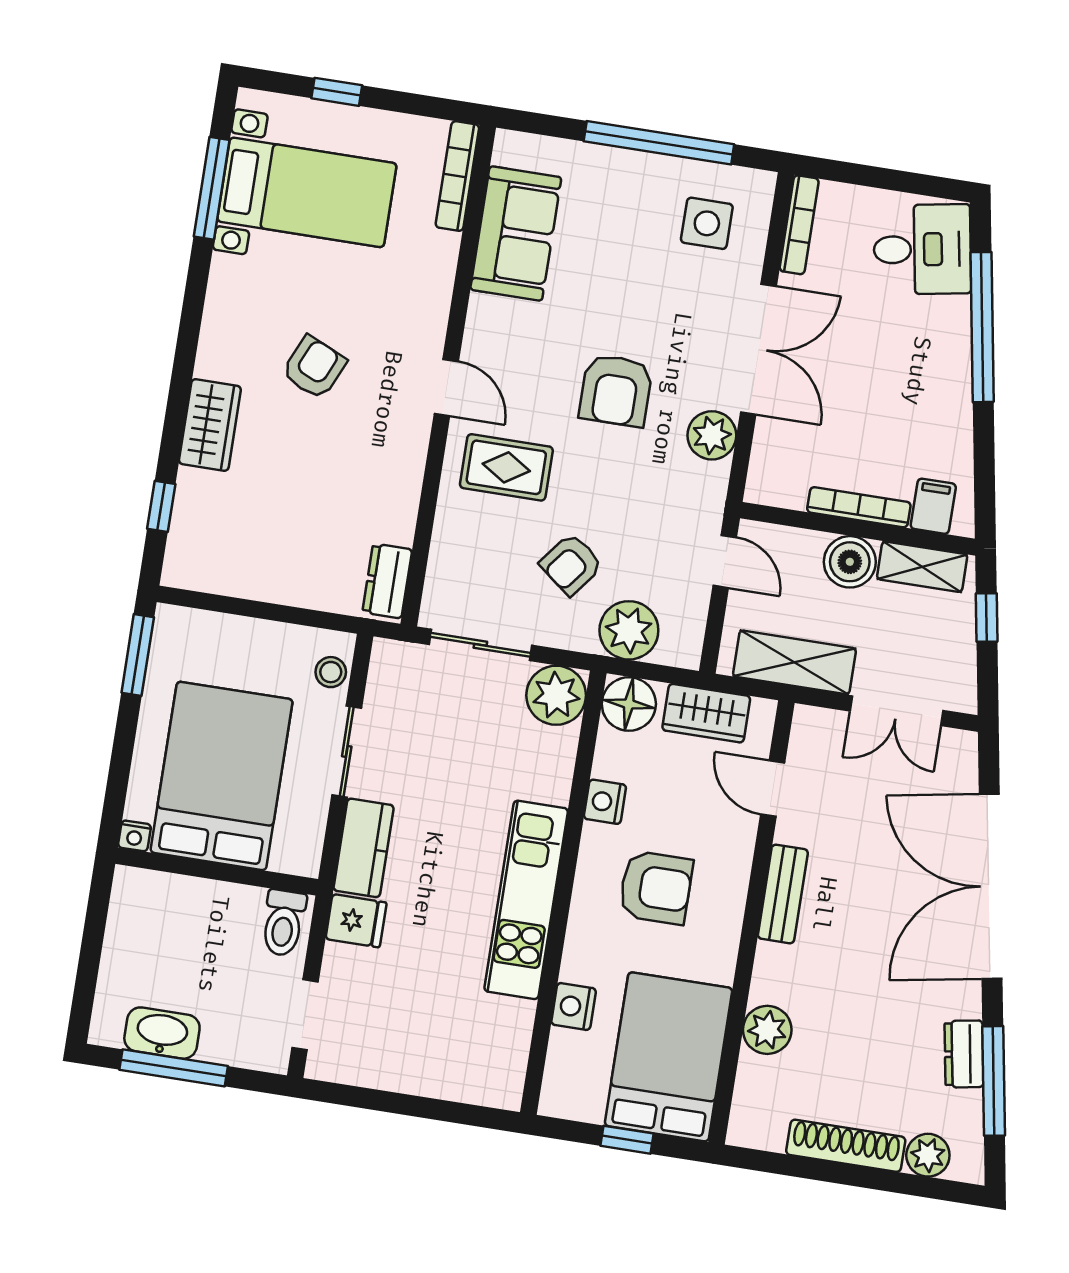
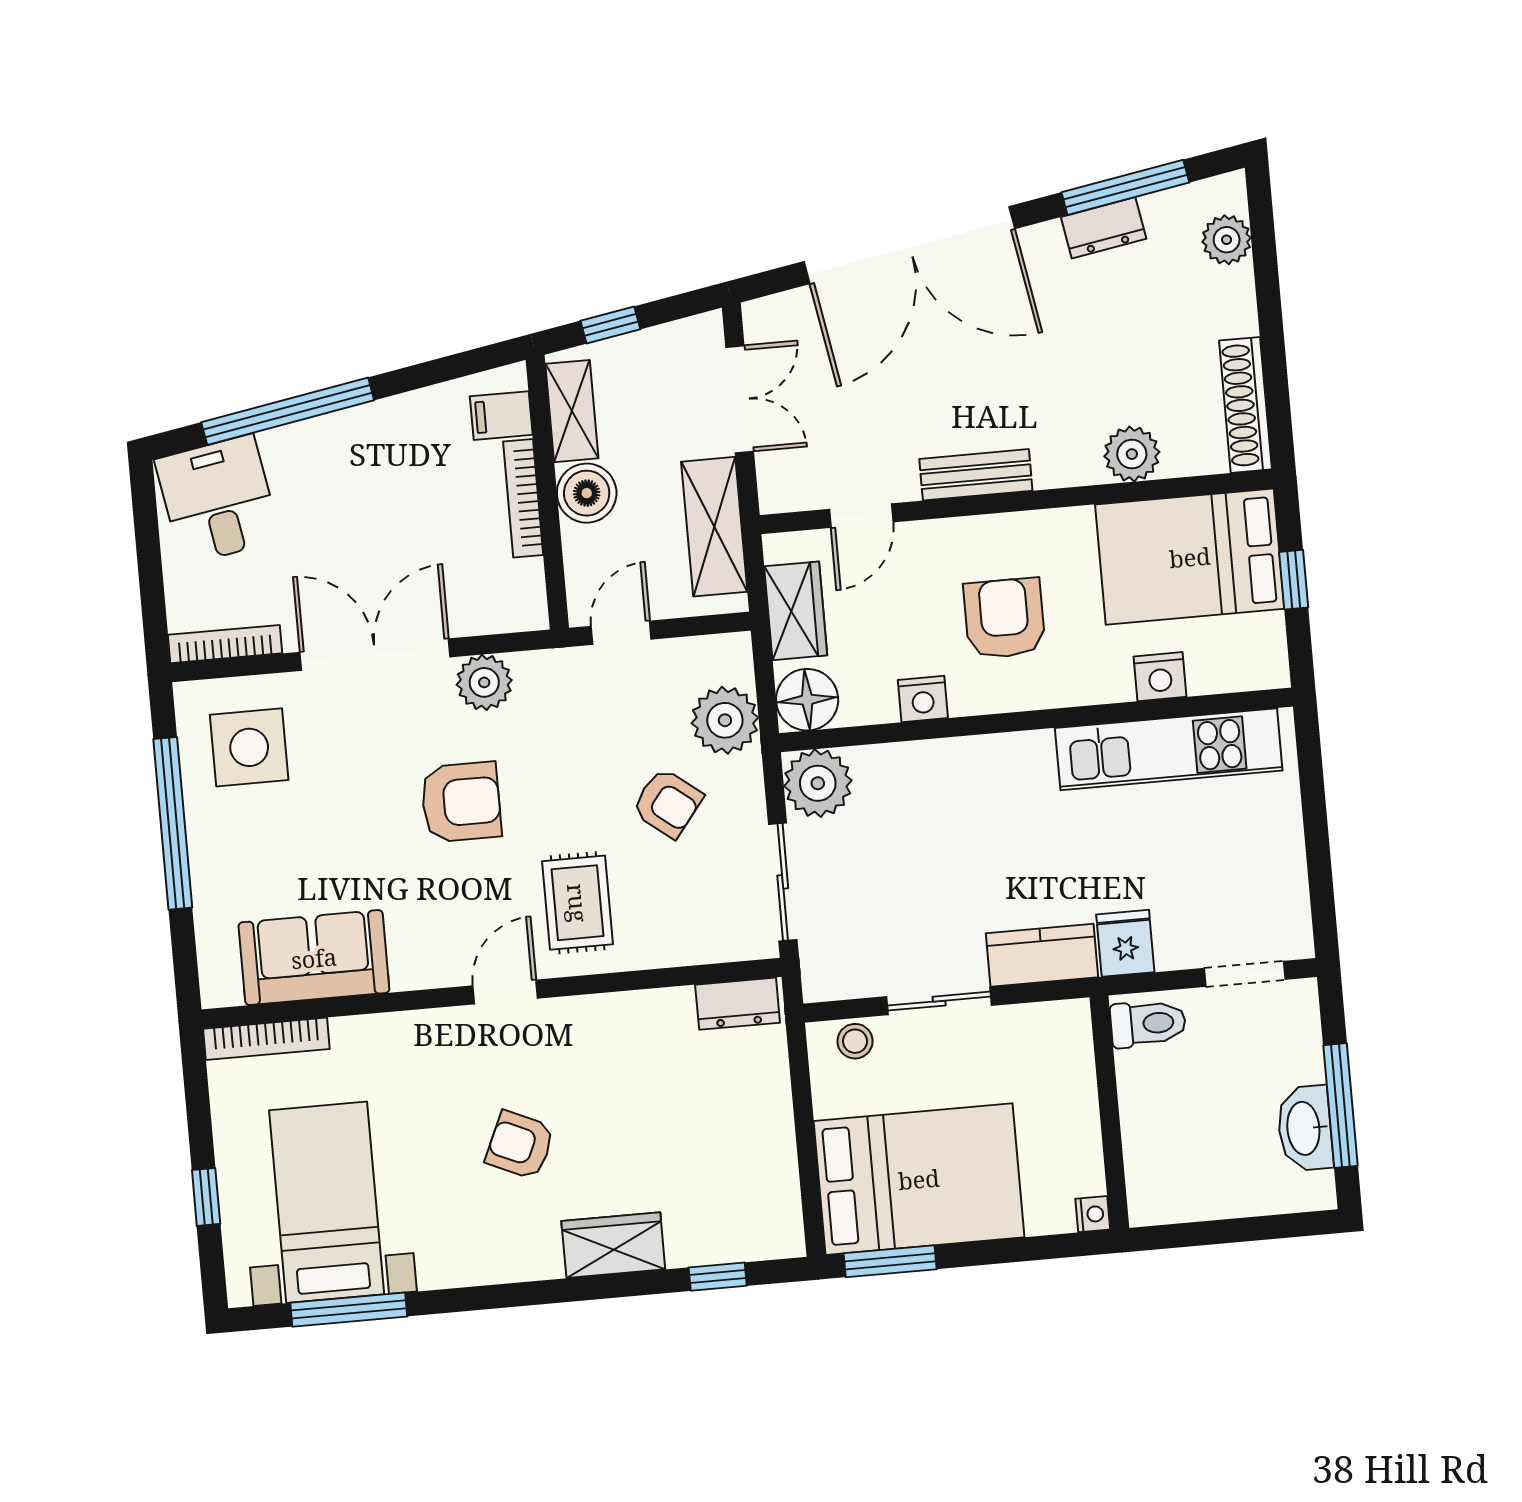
side table: (707, 223) -> (249, 747), width x1.37, depth x1.37
bed: (222, 776) -> (919, 1179), moved, turned 180
kitchen unit: (526, 900) -> (1169, 749), moved
shoe rack: (846, 1146) -> (1245, 405), moved

